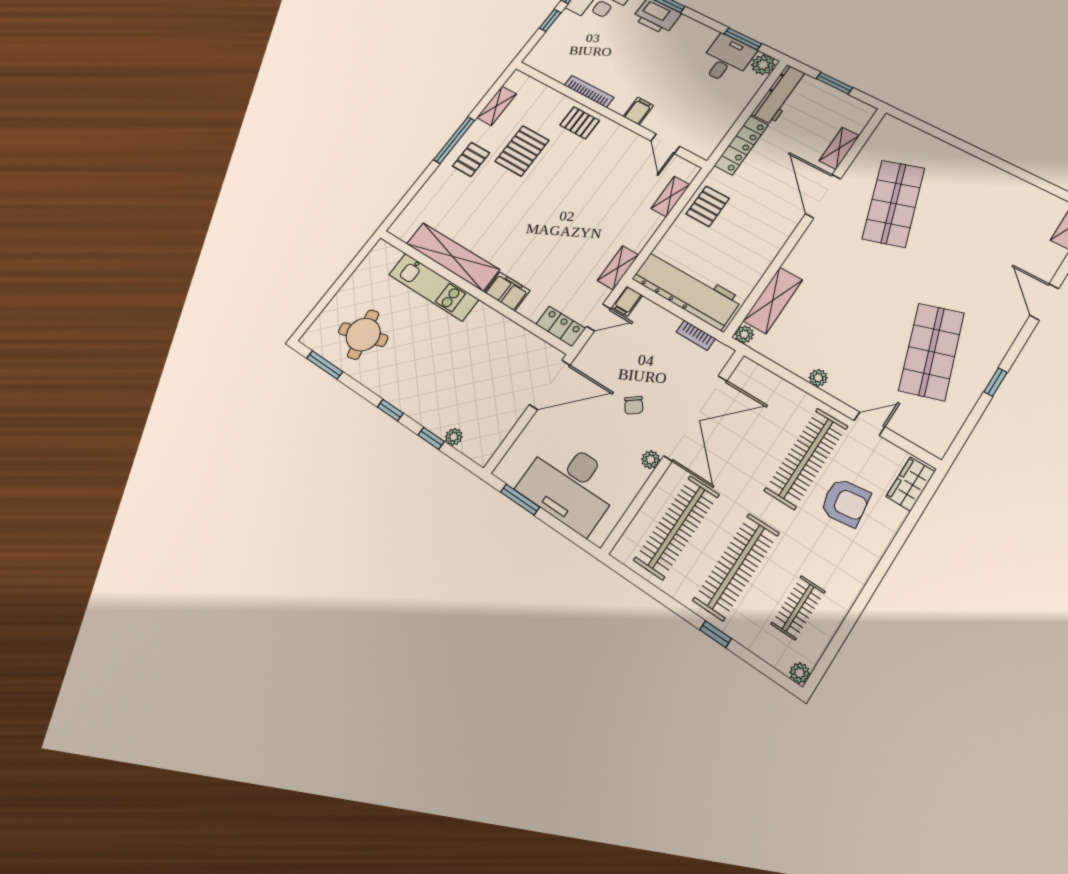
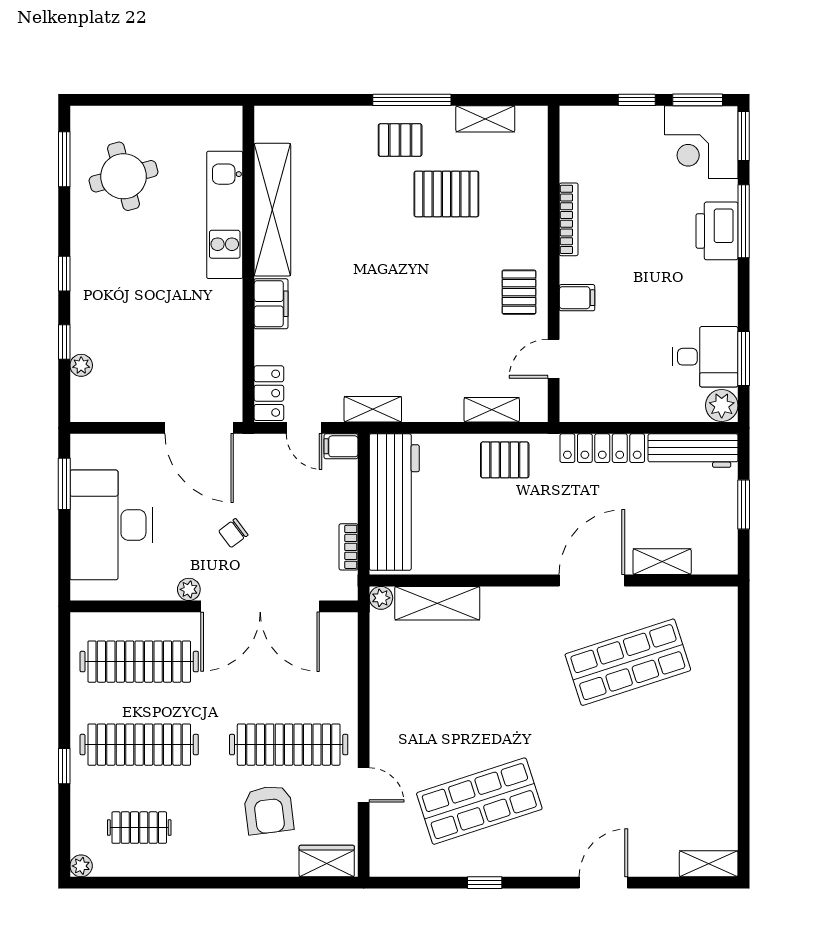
pallet: (580, 123) -> (519, 292), moved
plant: (818, 378) -> (381, 704), removed

